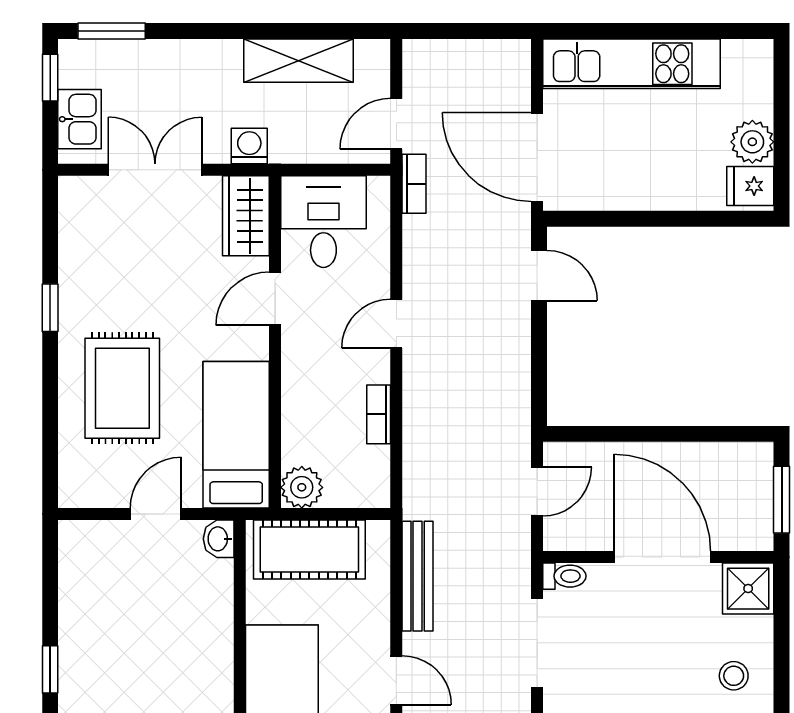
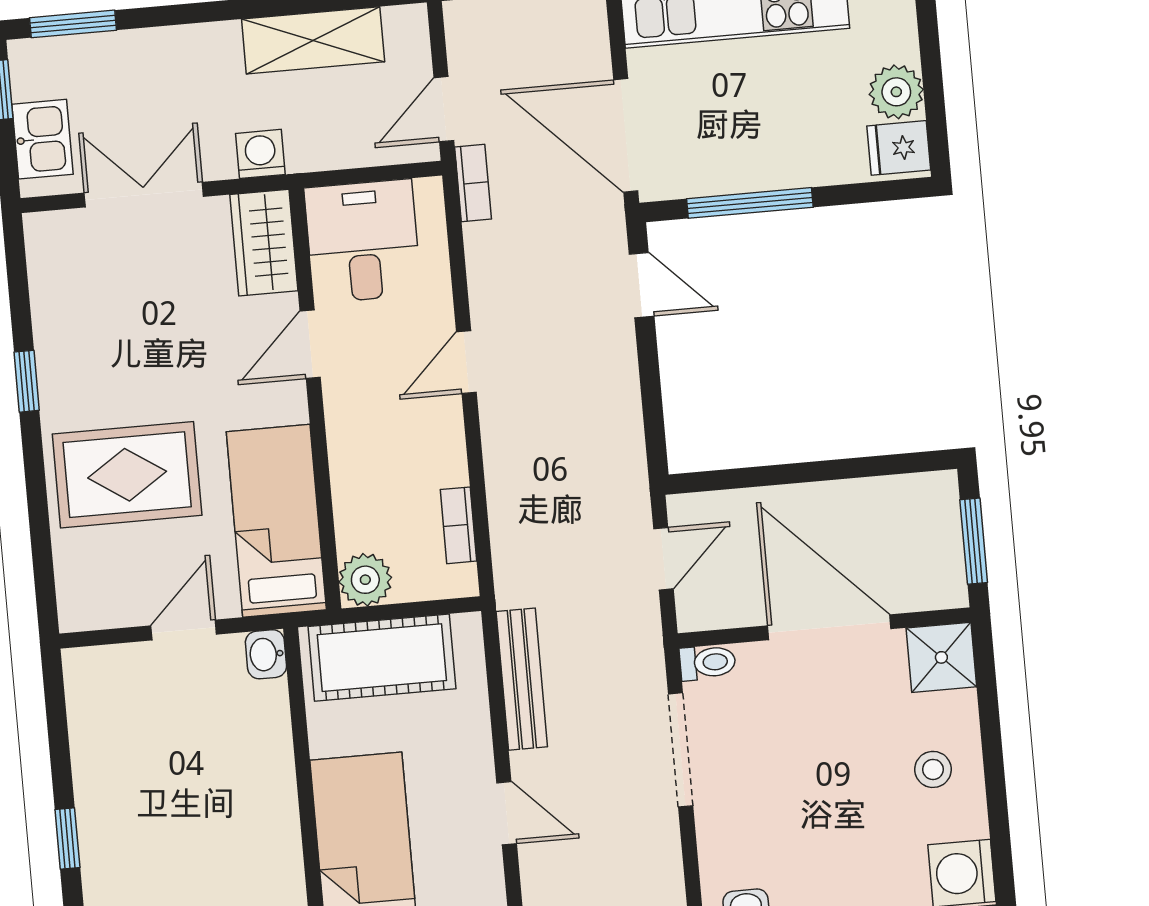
window: (630, 219) -> (750, 203), added
rug: (122, 388) -> (127, 475), turned 90
bookcase: (379, 414) -> (458, 525), moved

